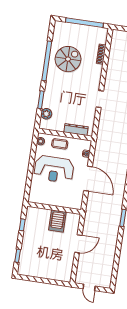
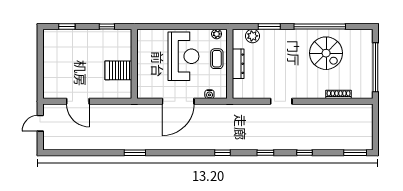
dresser: (76, 129) -> (238, 64), moved
reception desk: (54, 169) -> (184, 56), turned 180
door: (78, 244) -> (78, 101), moved

